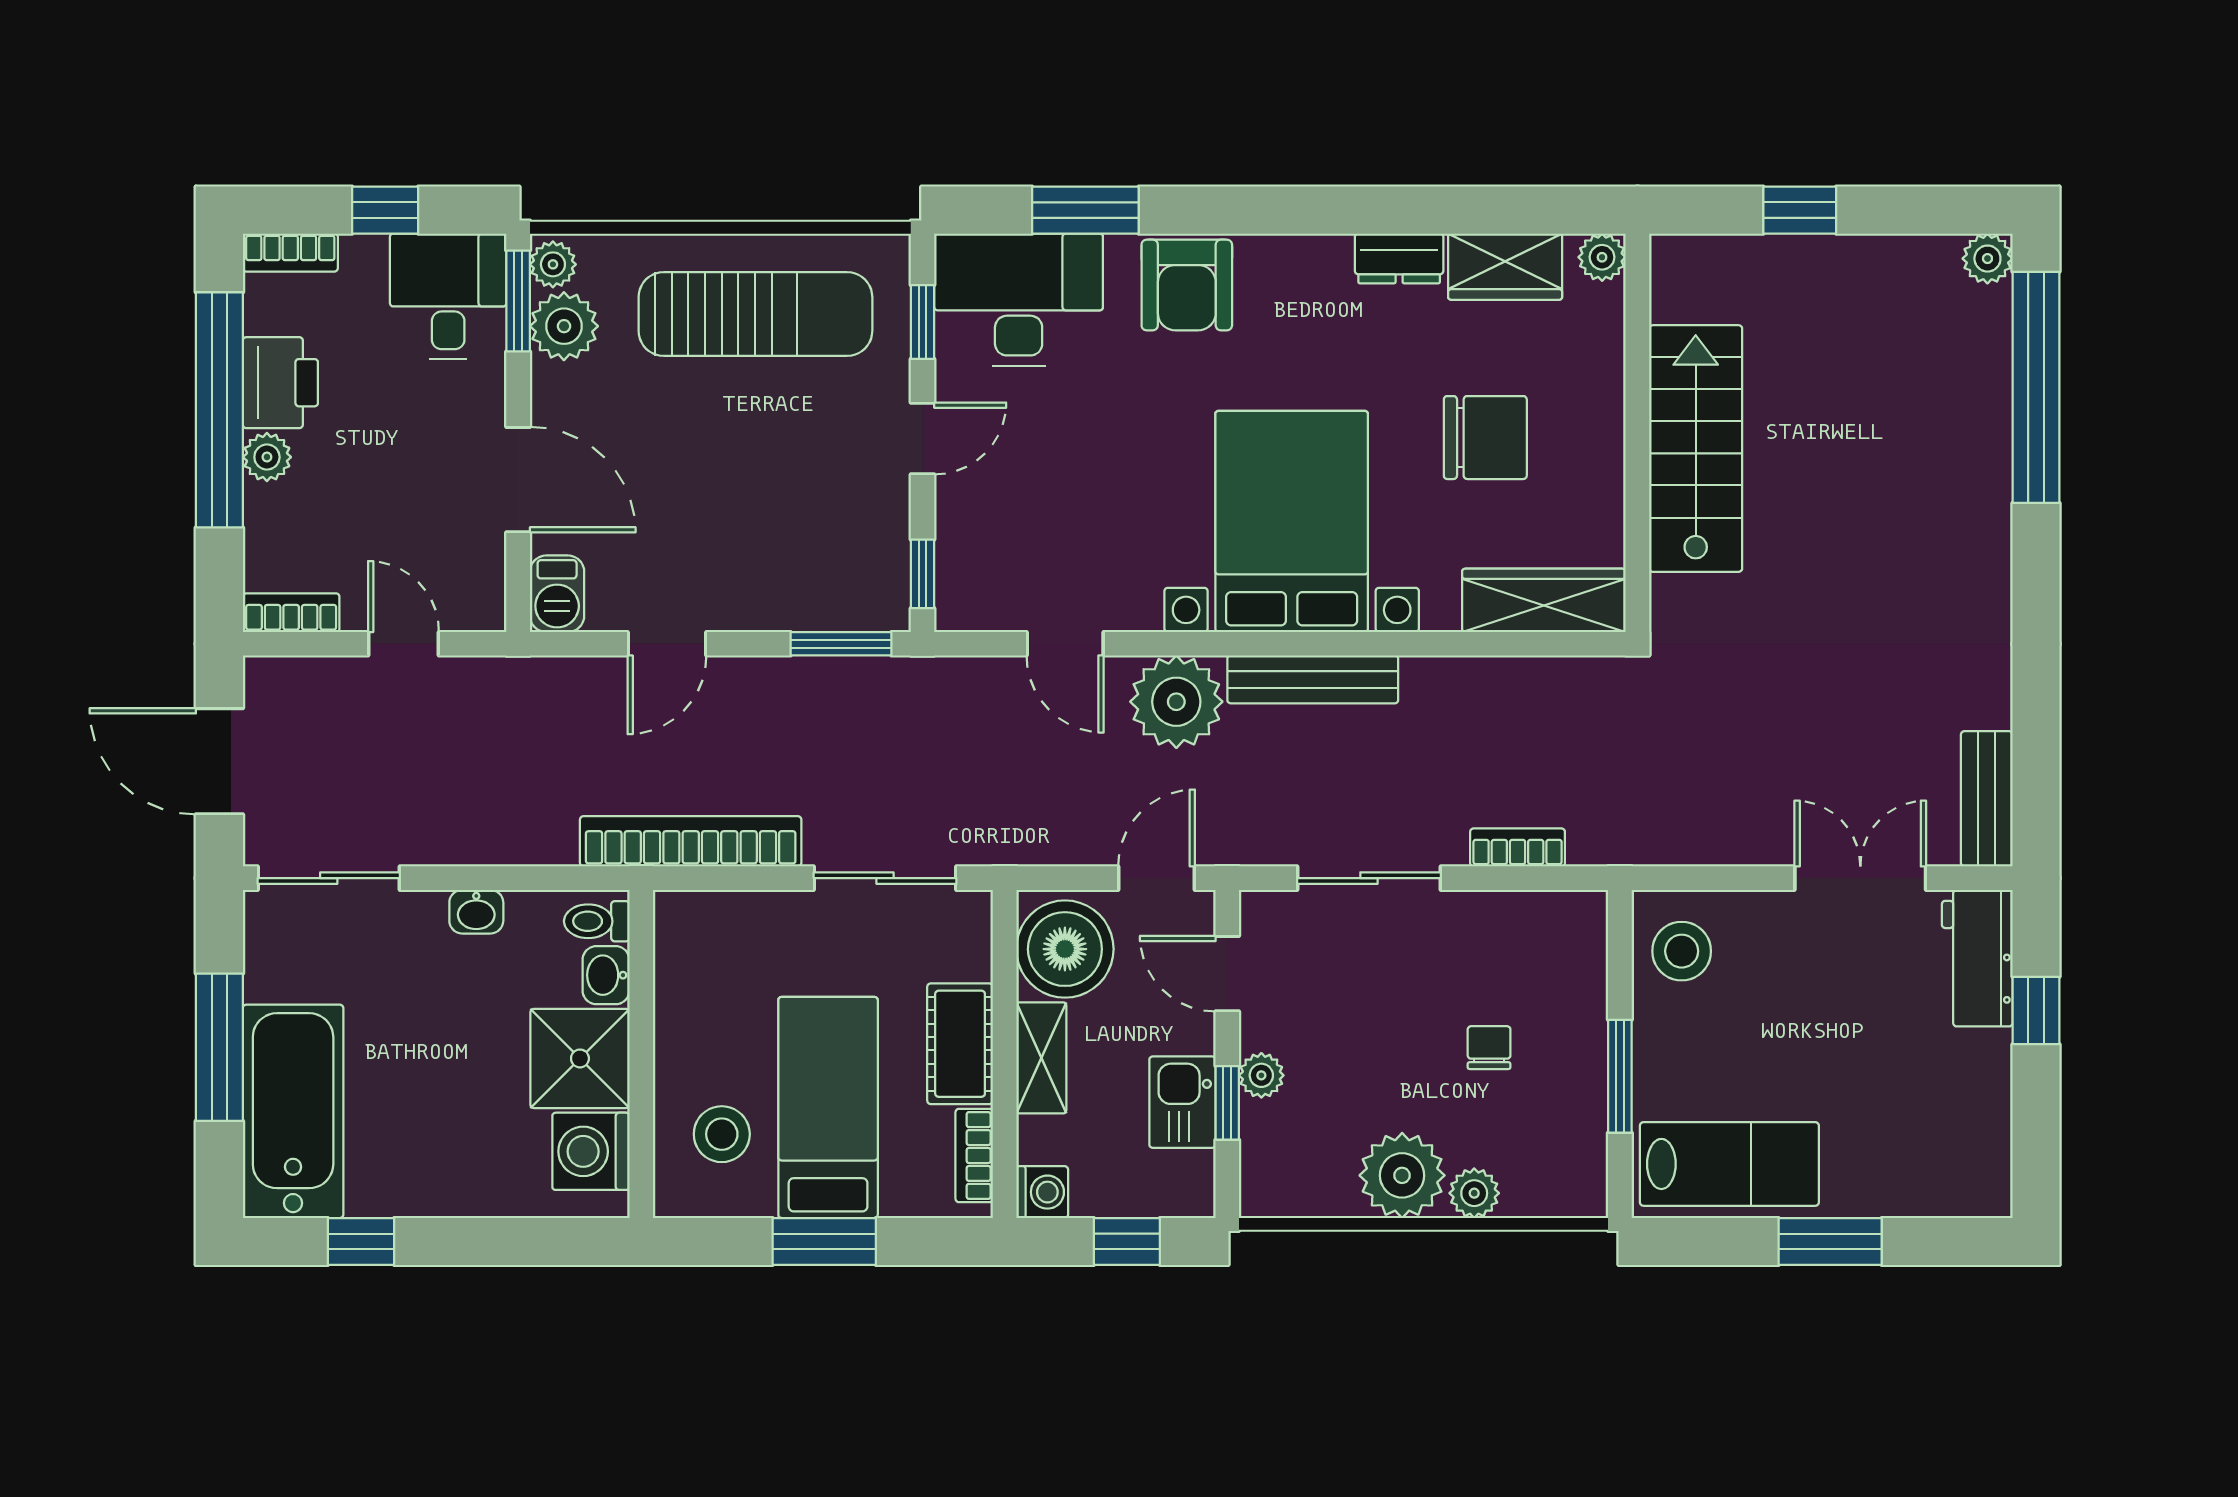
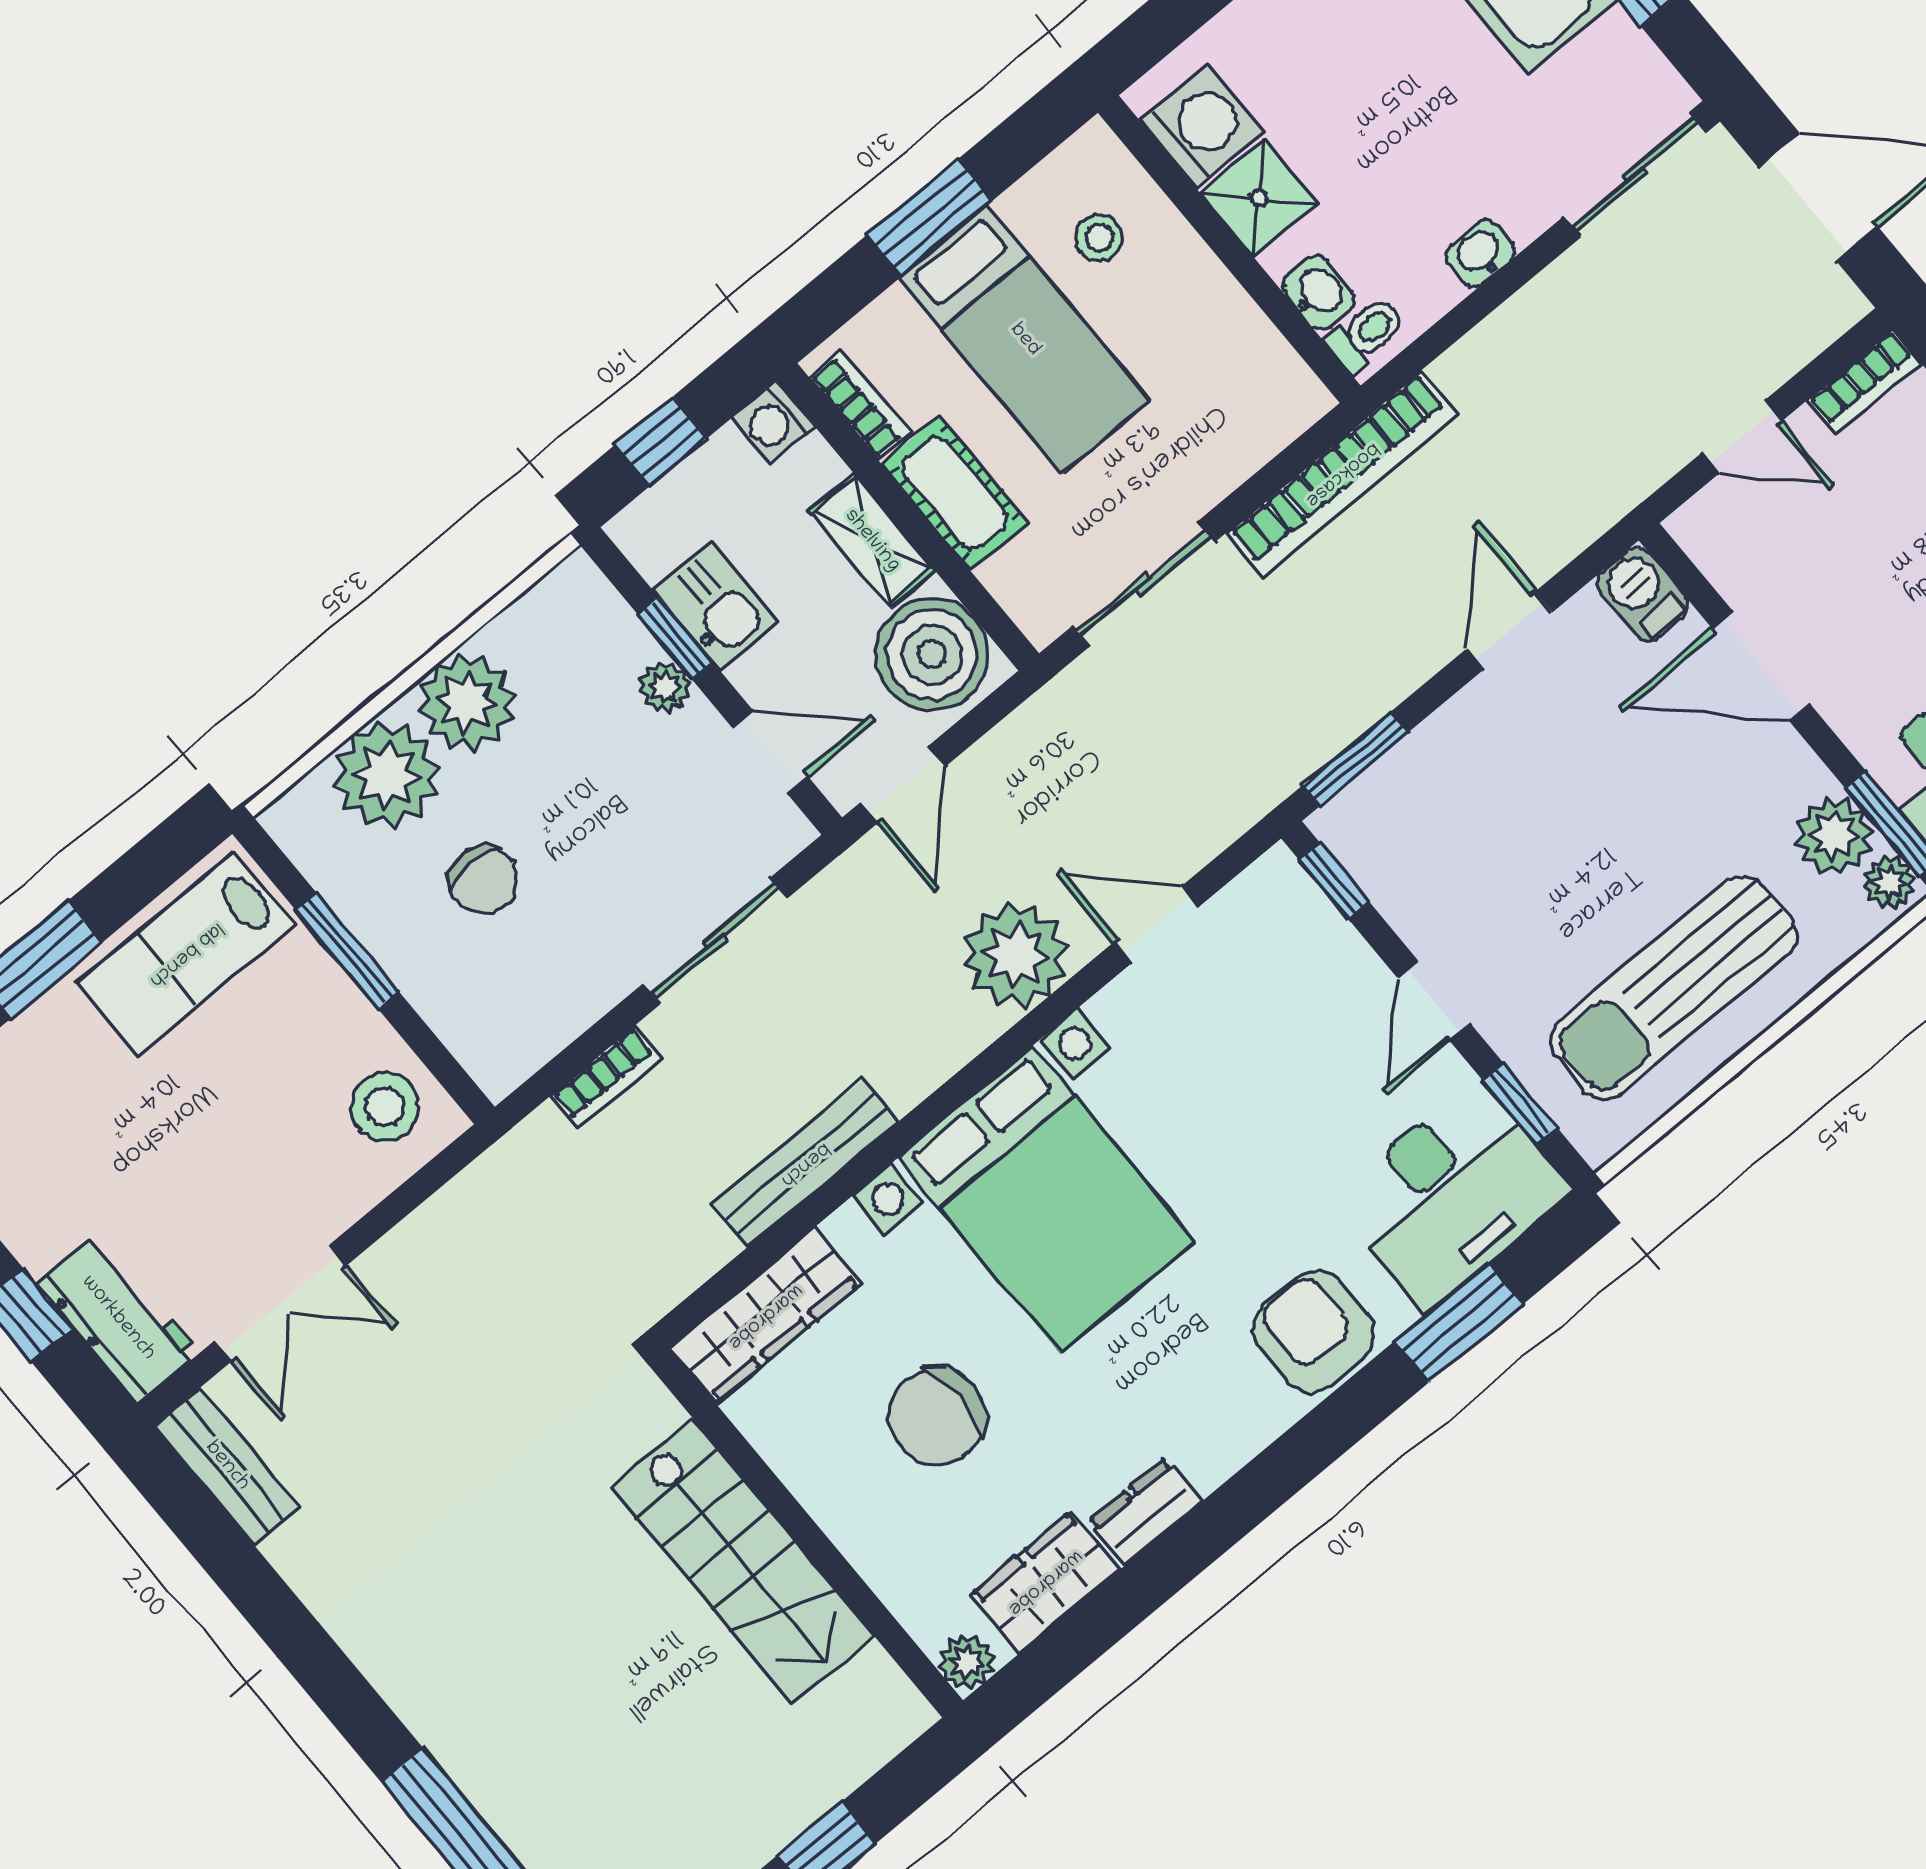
bench: (1313, 679) -> (805, 1164), moved
chair: (1489, 1048) -> (484, 880), width x1.37, depth x1.37
shower: (580, 1058) -> (1259, 198), width x0.73, depth x0.73
stool: (722, 1134) -> (1099, 238), width x0.73, depth x0.73
plant: (1474, 1193) -> (387, 775), width x1.87, depth x1.87

